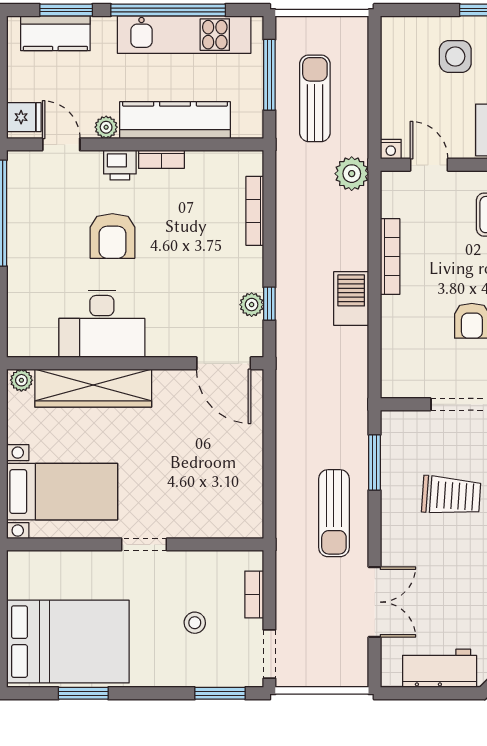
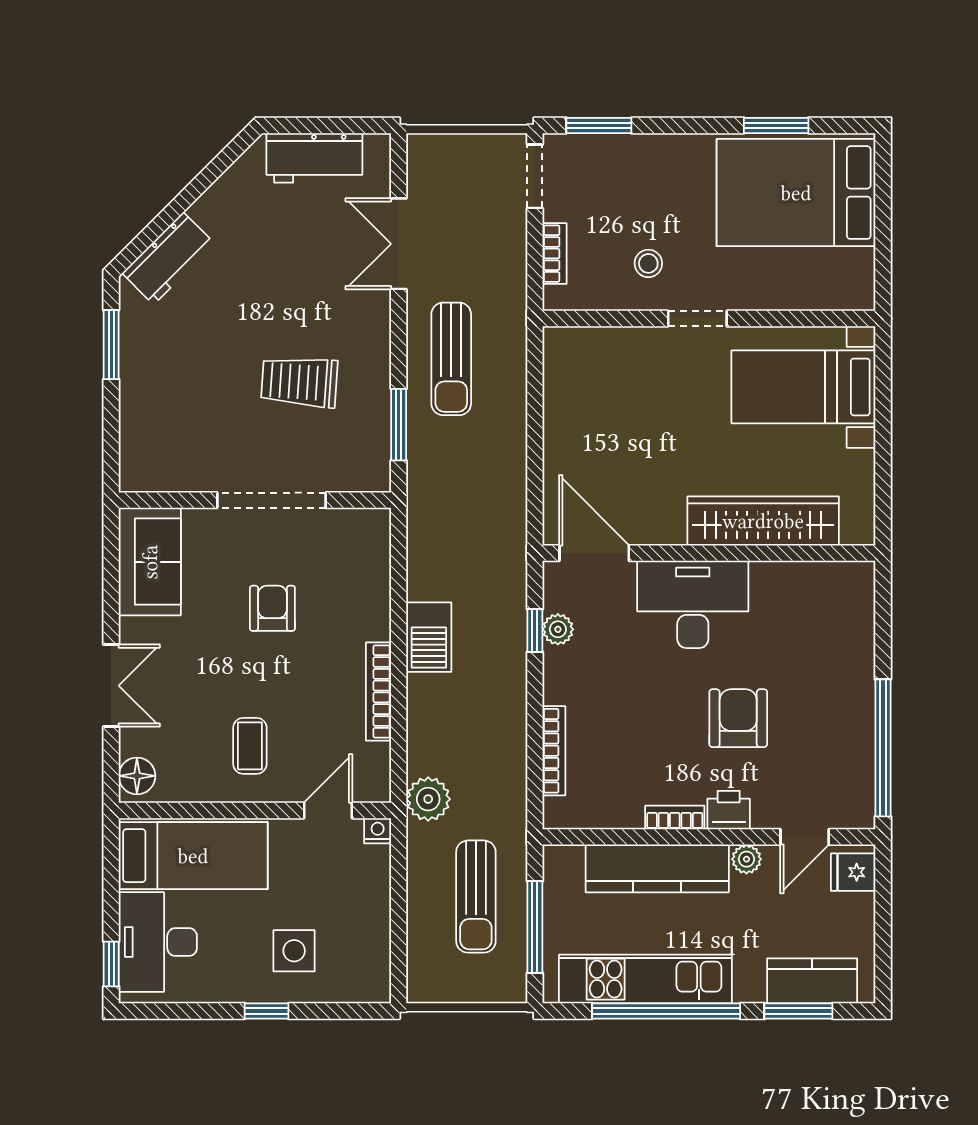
door: (61, 144) -> (805, 837), hinge flipped
door: (429, 165) -> (328, 810), swing flipped
desk: (102, 324) -> (693, 604), moved
plant: (21, 380) -> (856, 531), removed
sun lounger: (334, 513) -> (451, 359), turned 180
stool: (195, 623) -> (648, 263), moved

